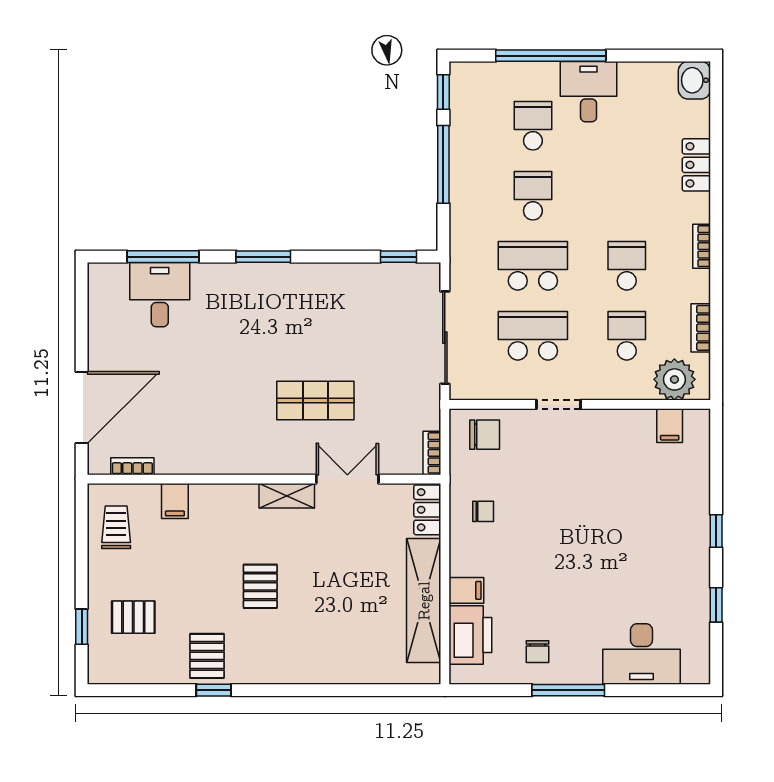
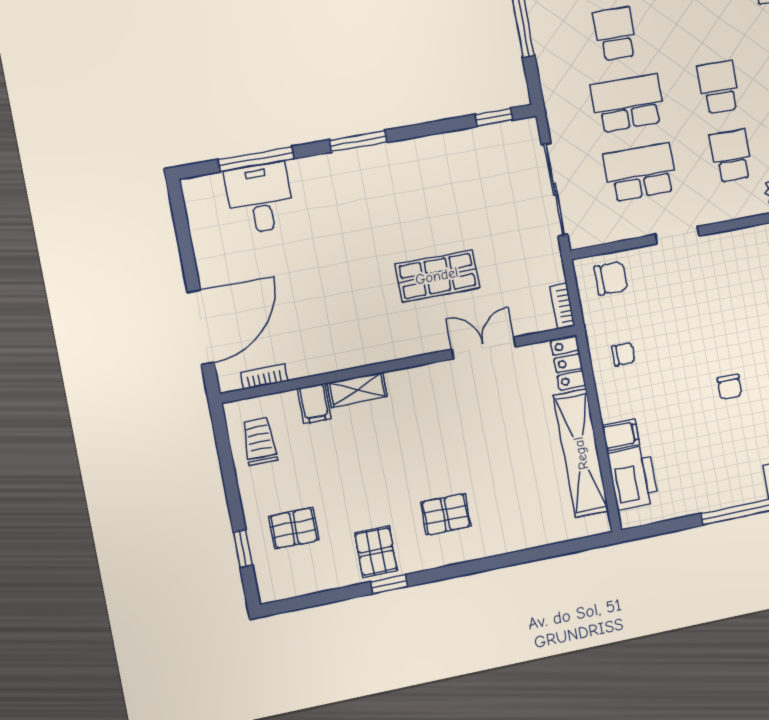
shelving: (287, 496) -> (357, 390), moved
pallet: (260, 586) -> (446, 515), moved, turned 90
chair: (537, 652) -> (730, 387), moved

